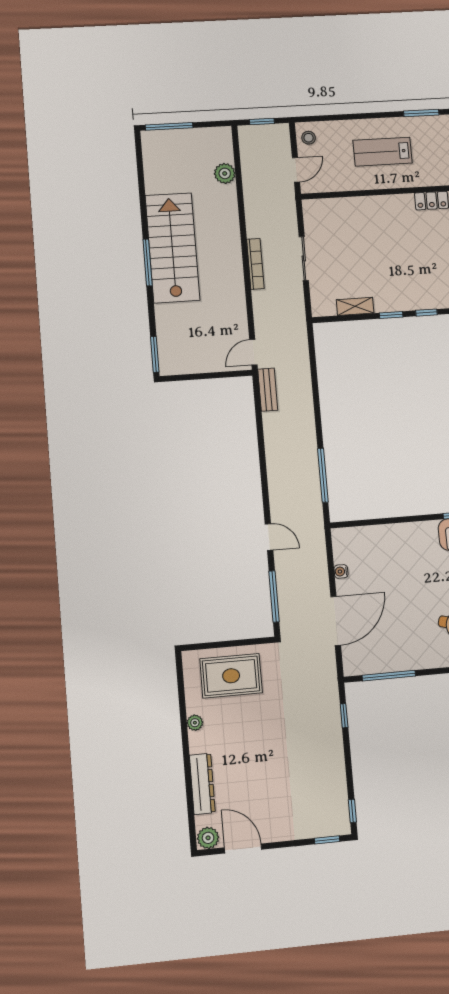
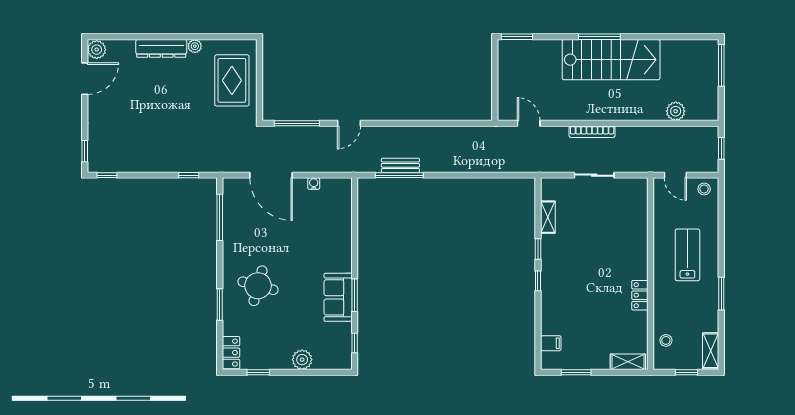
door: (253, 352) -> (529, 123), moved
bench: (268, 390) -> (400, 165), moved
dresser: (202, 784) -> (161, 48), moved

